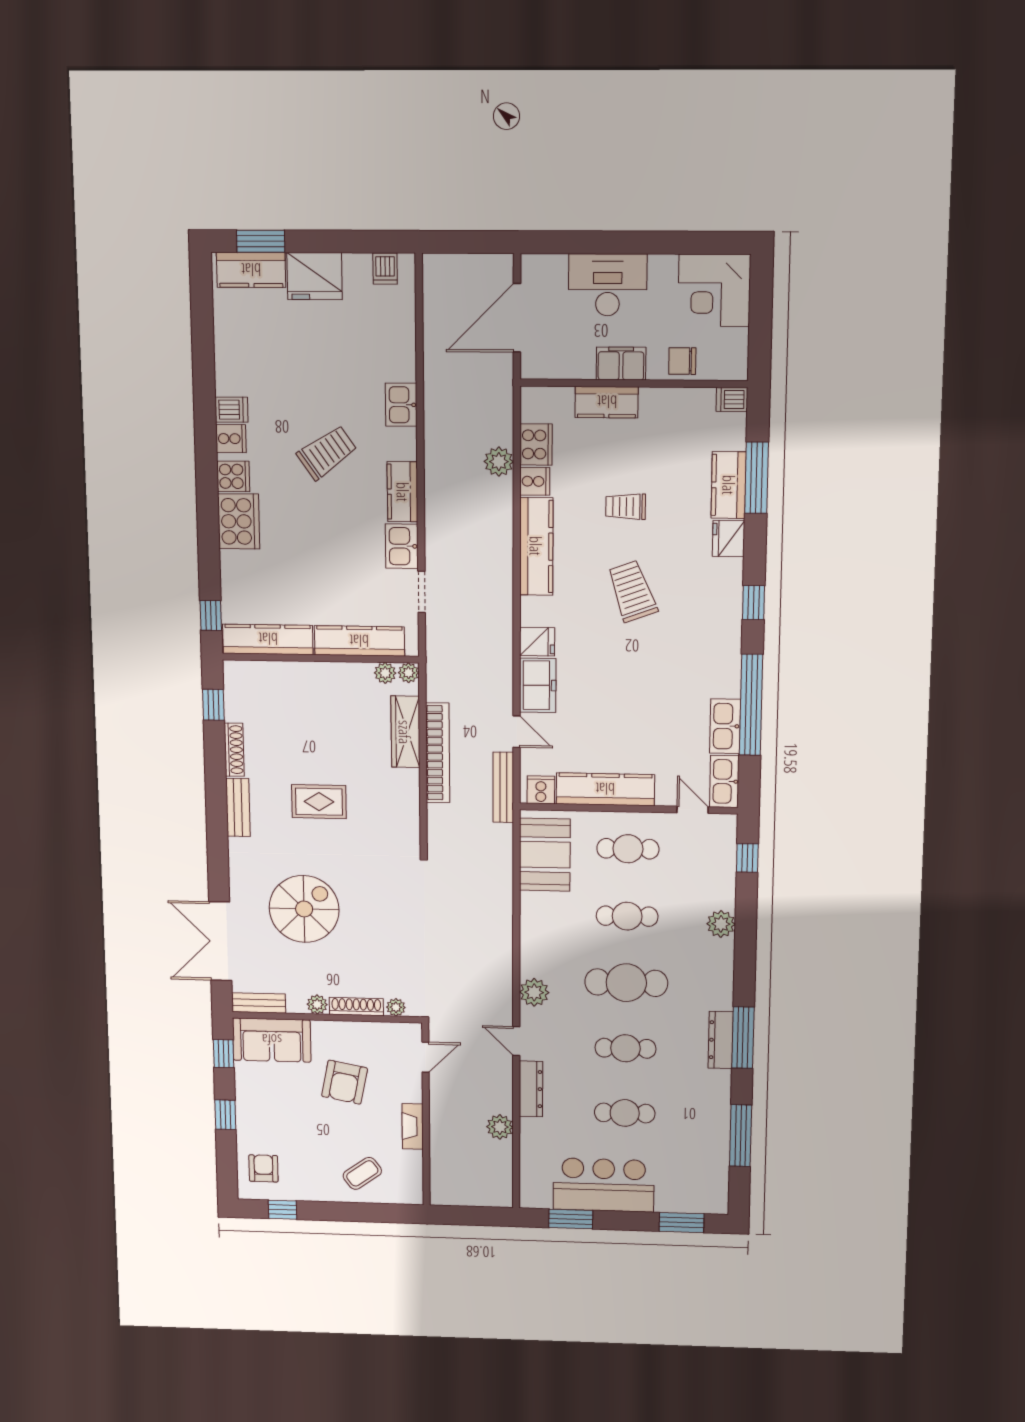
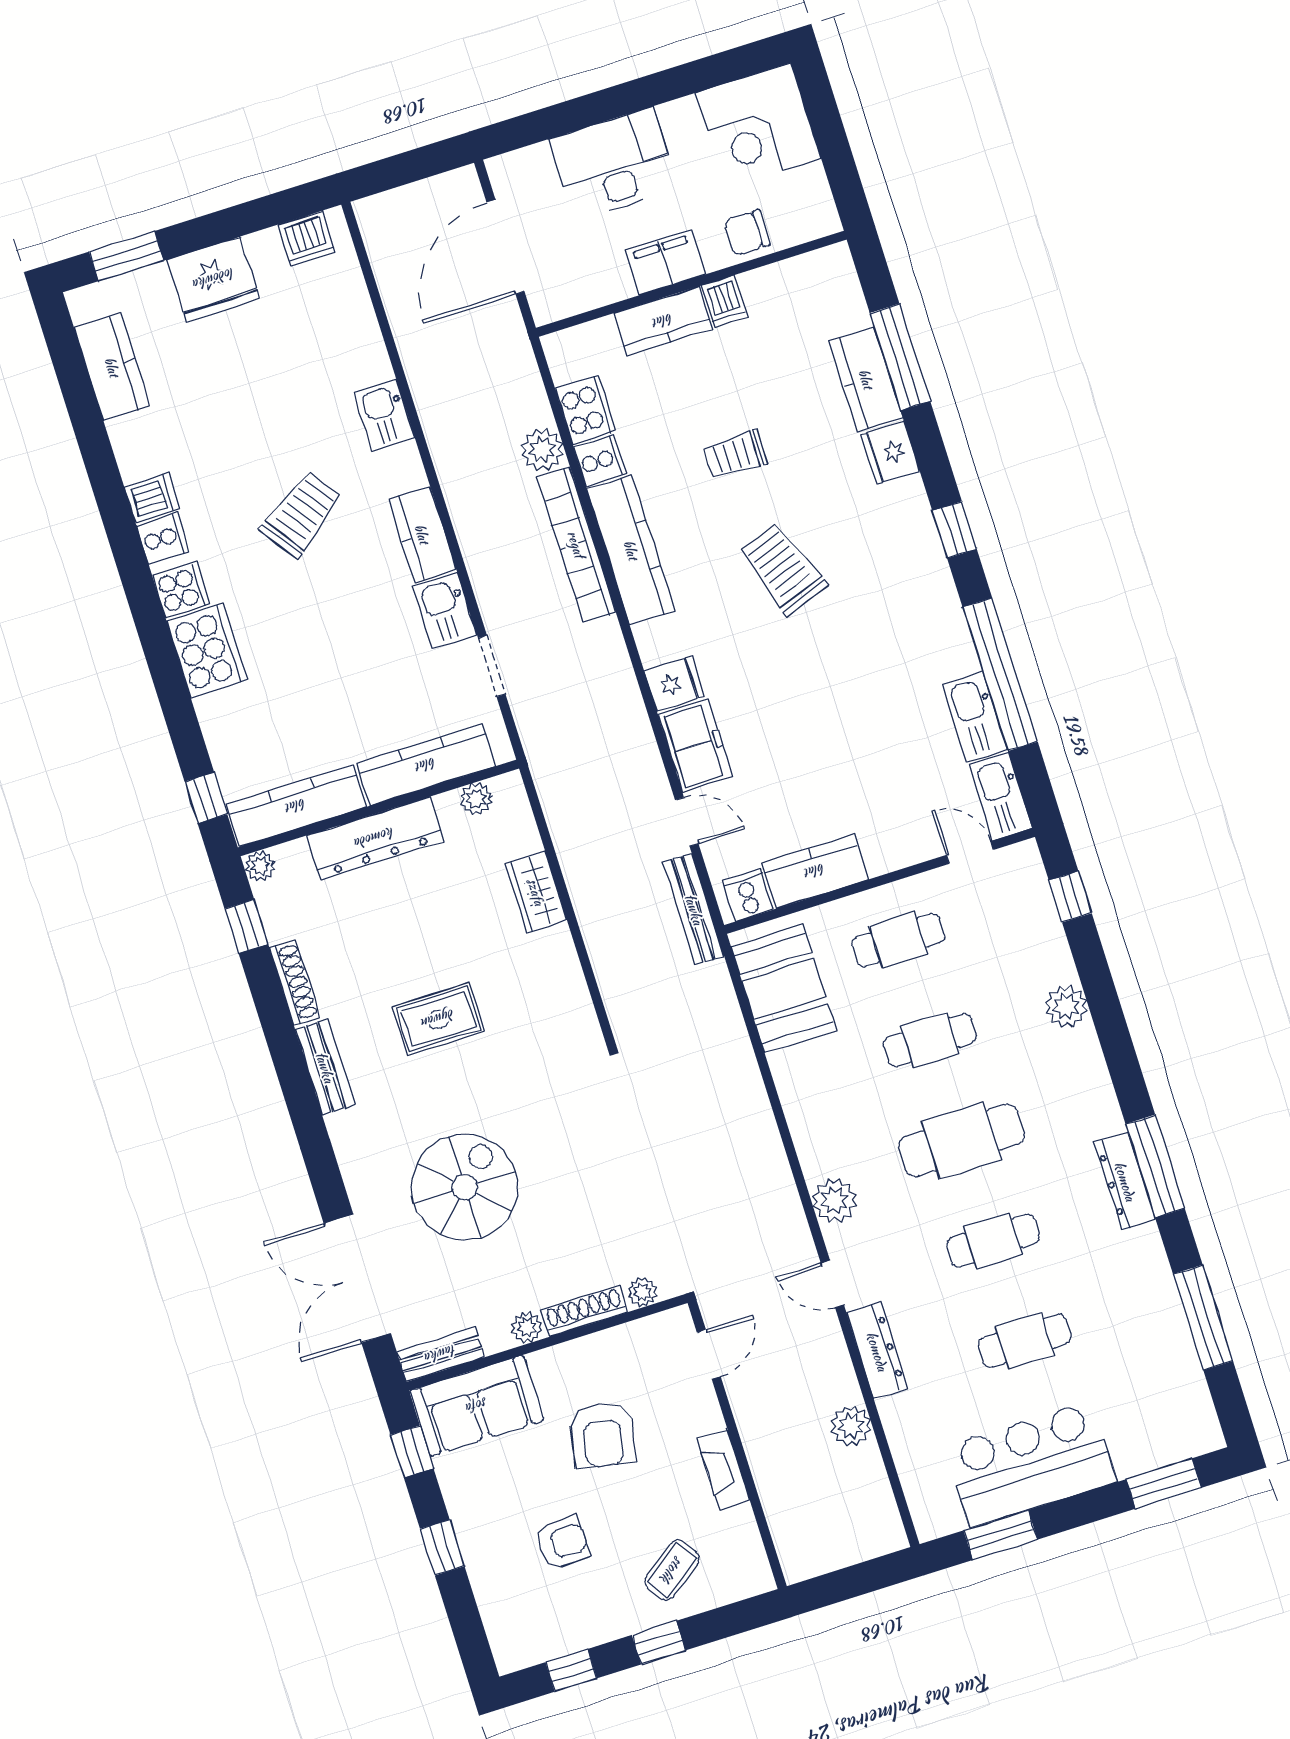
dishwasher: (385, 269) -> (306, 238), width x1.38
kitchen counter: (251, 270) -> (112, 367), moved, turned -90
dishwasher: (732, 399) -> (725, 301), moved, turned -90
plant: (408, 673) -> (260, 866), moved
dresser: (313, 676) -> (375, 838), added
wardrobe: (405, 732) -> (536, 892), width x0.67
bookcase: (438, 753) -> (576, 544), moved, turned 180
kitchen counter: (605, 789) -> (815, 871), width x0.67
armchair: (263, 1168) -> (563, 1542), moved, turned 90
window: (341, 1212) -> (659, 1643), added

